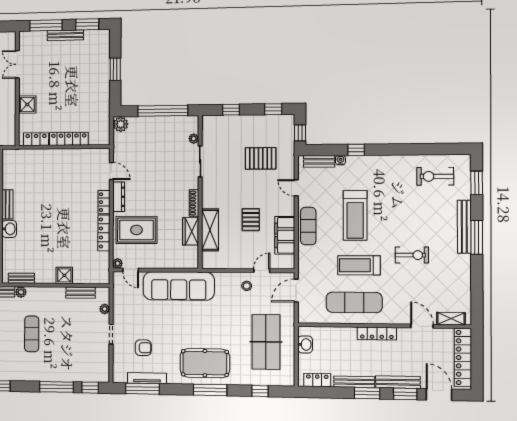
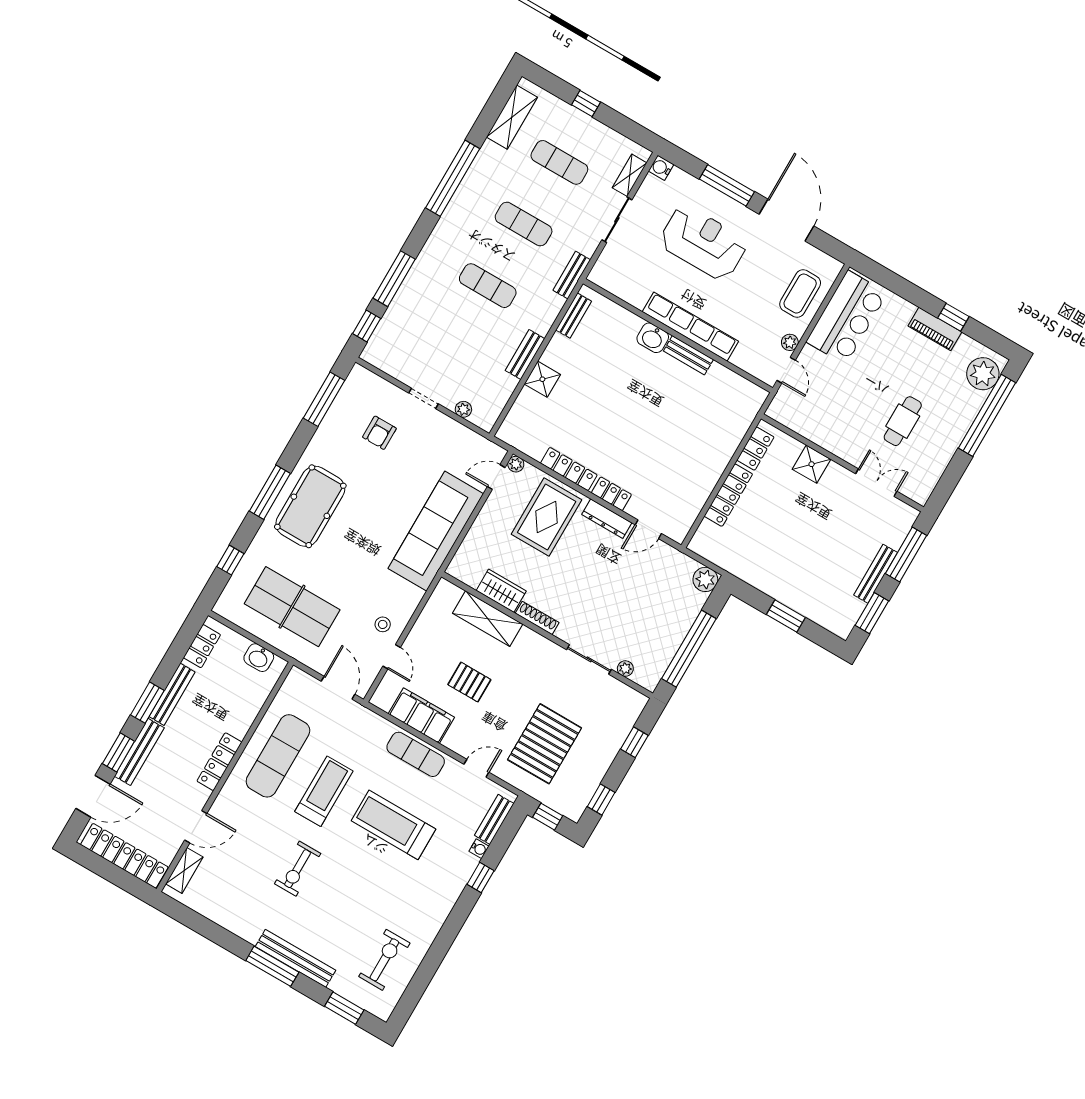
pallet: (261, 158) -> (545, 744), width x1.37, depth x1.41
plant: (21, 292) -> (555, 304), removed
bench: (81, 293) -> (525, 355), moved
tv unit: (147, 378) -> (335, 414), removed

